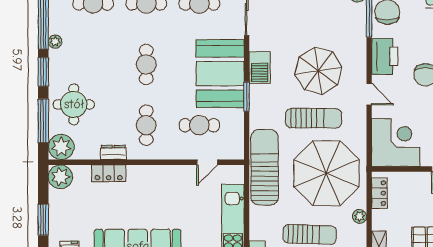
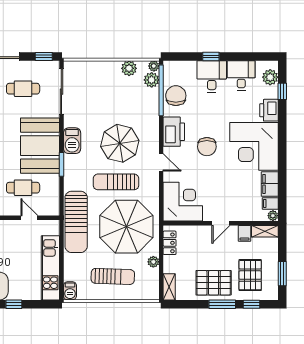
sun lounger: (314, 118) -> (116, 182), turned 180
door: (207, 162) -> (29, 218), swing flipped
sun lounger: (265, 167) -> (76, 222), turned 180

